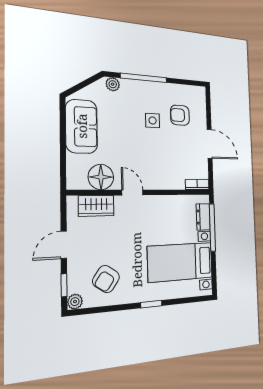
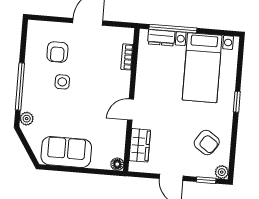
floor lamp: (101, 177) -> (117, 164), moved, width x0.53, depth x0.53
bookcase: (197, 185) -> (127, 57), moved

